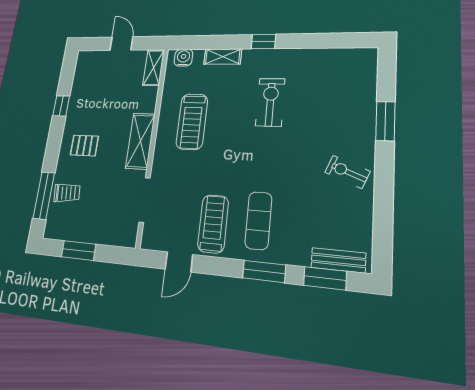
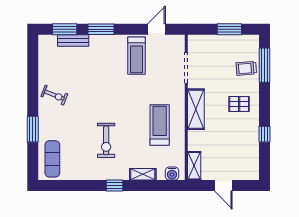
exercise mat: (258, 220) -> (52, 159), moved
bench: (338, 260) -> (73, 40), moved

